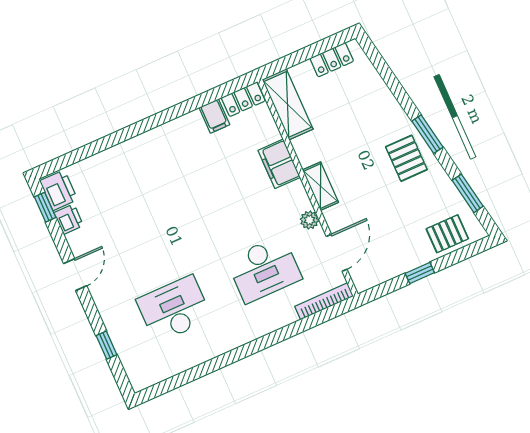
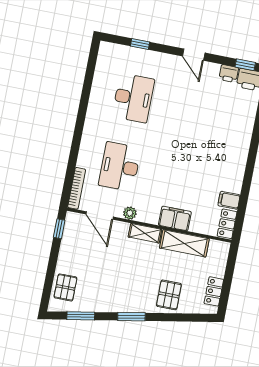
shelving: (288, 104) -> (184, 243), moved
pallet: (406, 158) -> (169, 295), moved, turned 90
window: (420, 273) -> (59, 229), moved

